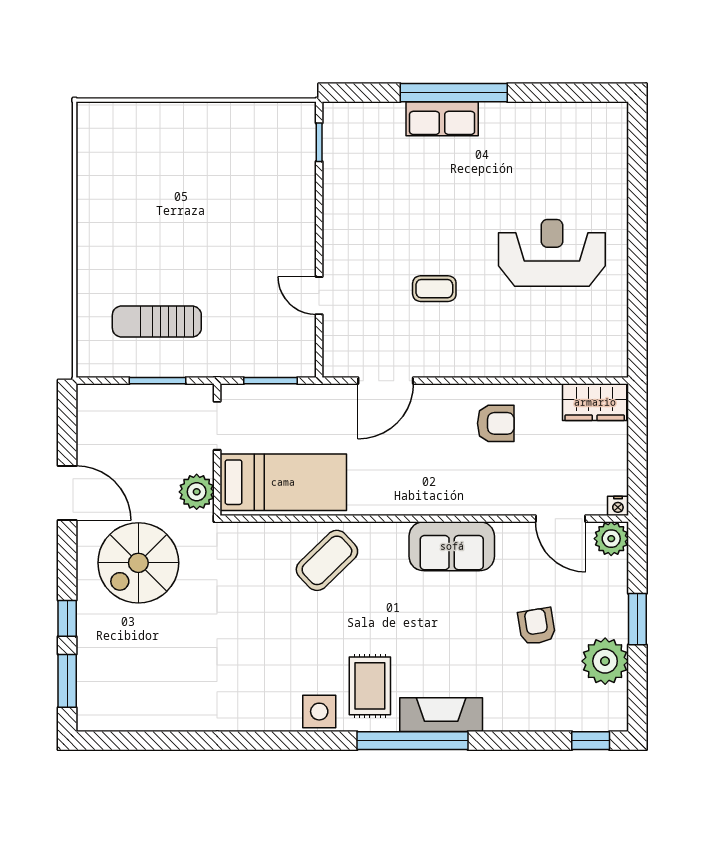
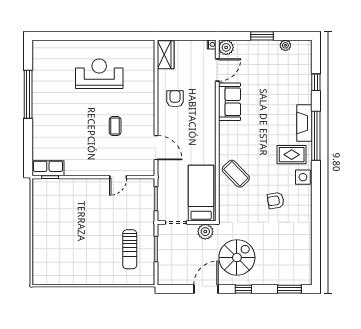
window: (454, 93) -> (28, 94), moved
row of seats: (442, 119) -> (48, 168), moved, turned -90
reception desk: (552, 253) -> (99, 74), turned 90
sofa: (452, 546) -> (230, 102), moved
spiral stairs: (138, 563) -> (237, 257), turned -90
window: (67, 618) -> (243, 289), moved
armchair: (537, 626) -> (276, 201), moved
plant: (605, 661) -> (285, 45), width x0.53, depth x0.53
window: (591, 741) -> (316, 82), moved

